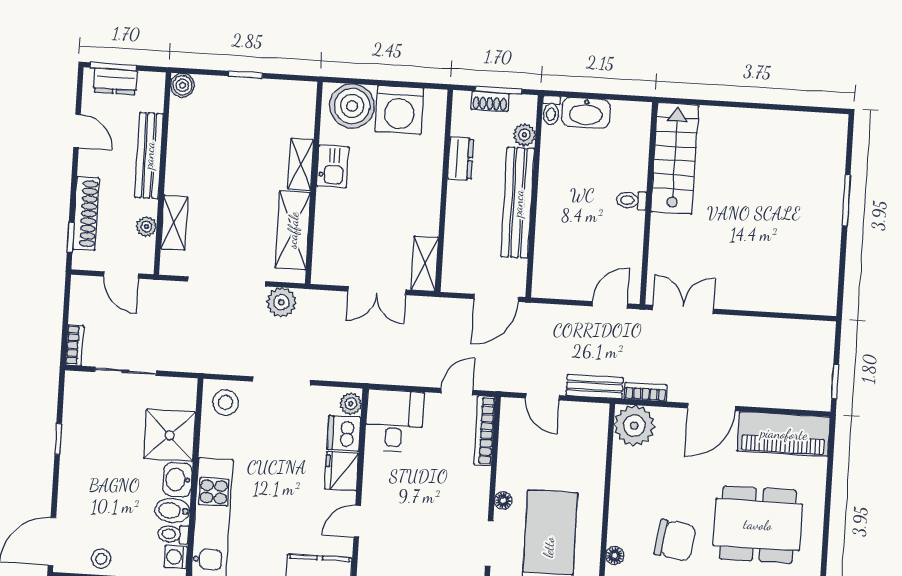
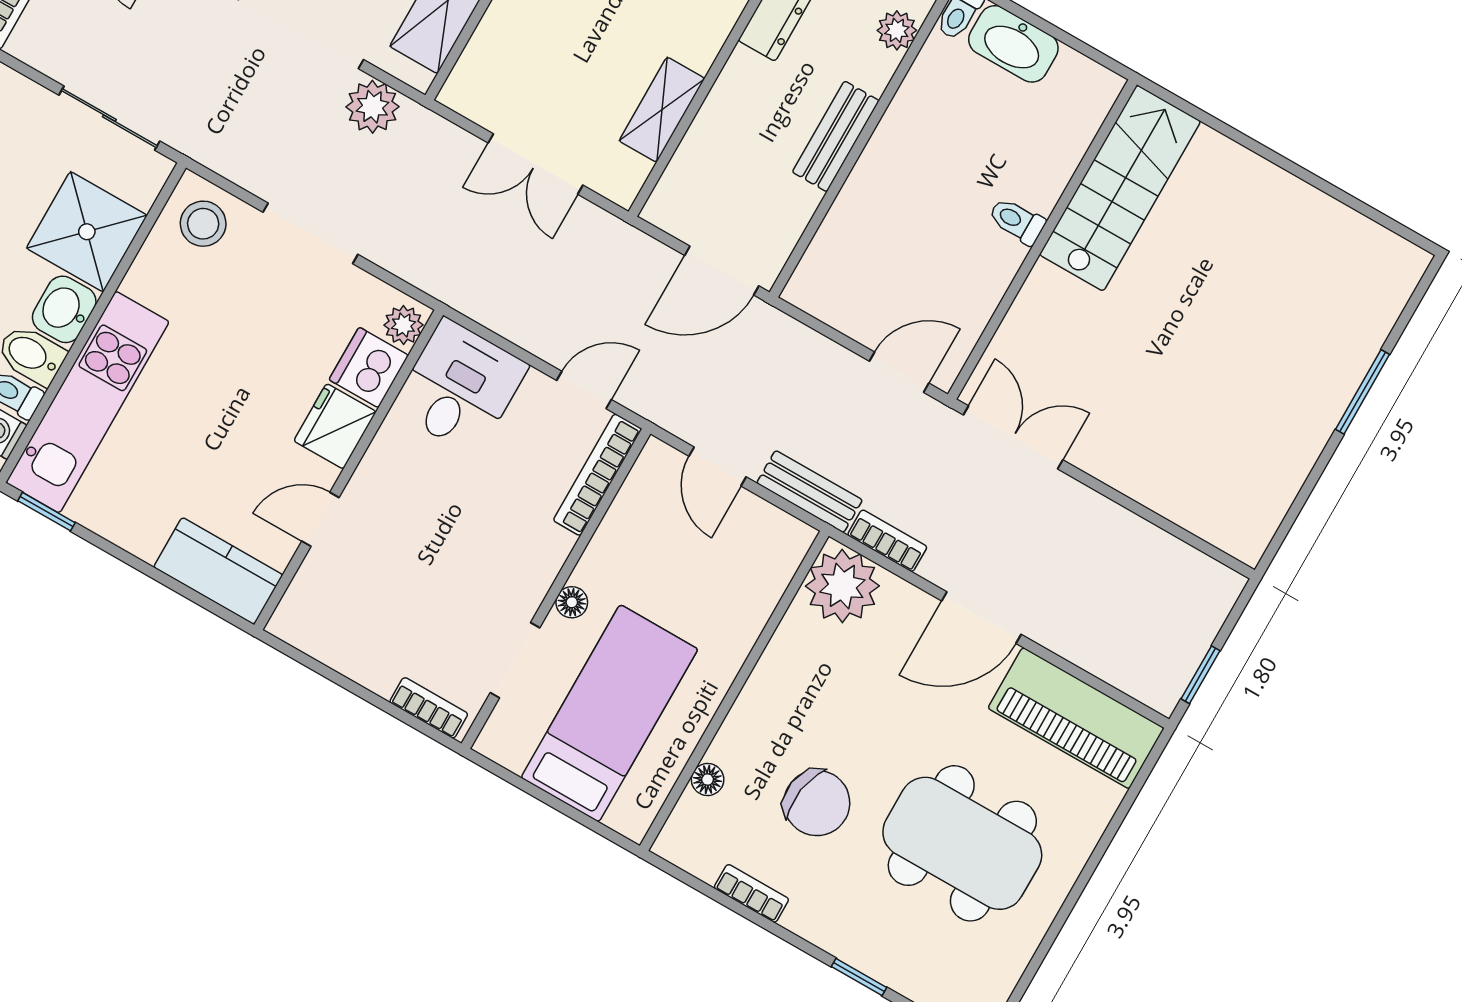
bench: (518, 203) -> (836, 136), width x0.54, depth x0.82
shelving: (425, 264) -> (662, 110), moved
sliding door: (126, 371) -> (109, 118), moved

